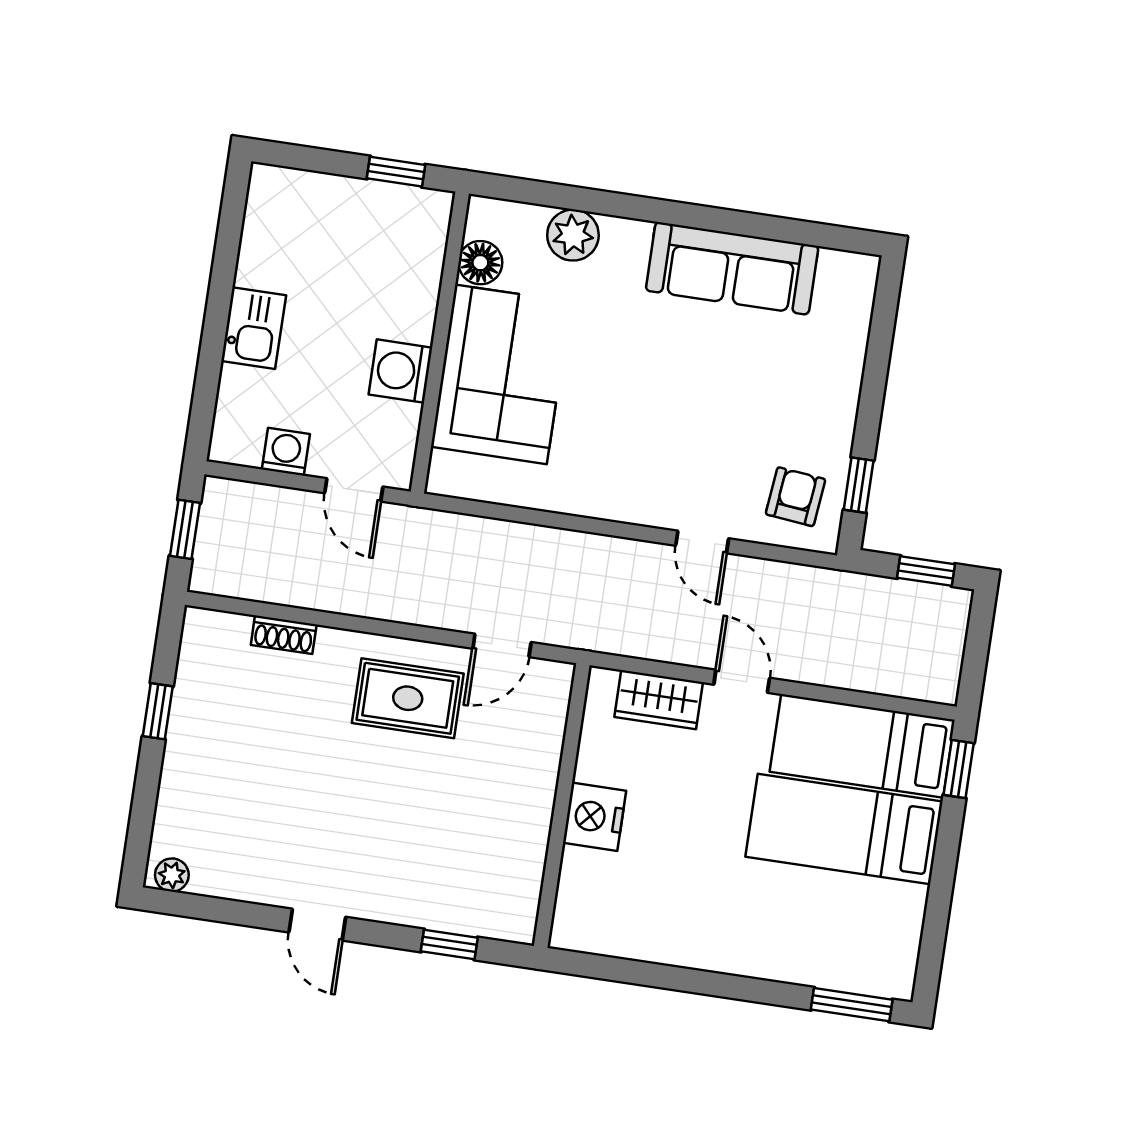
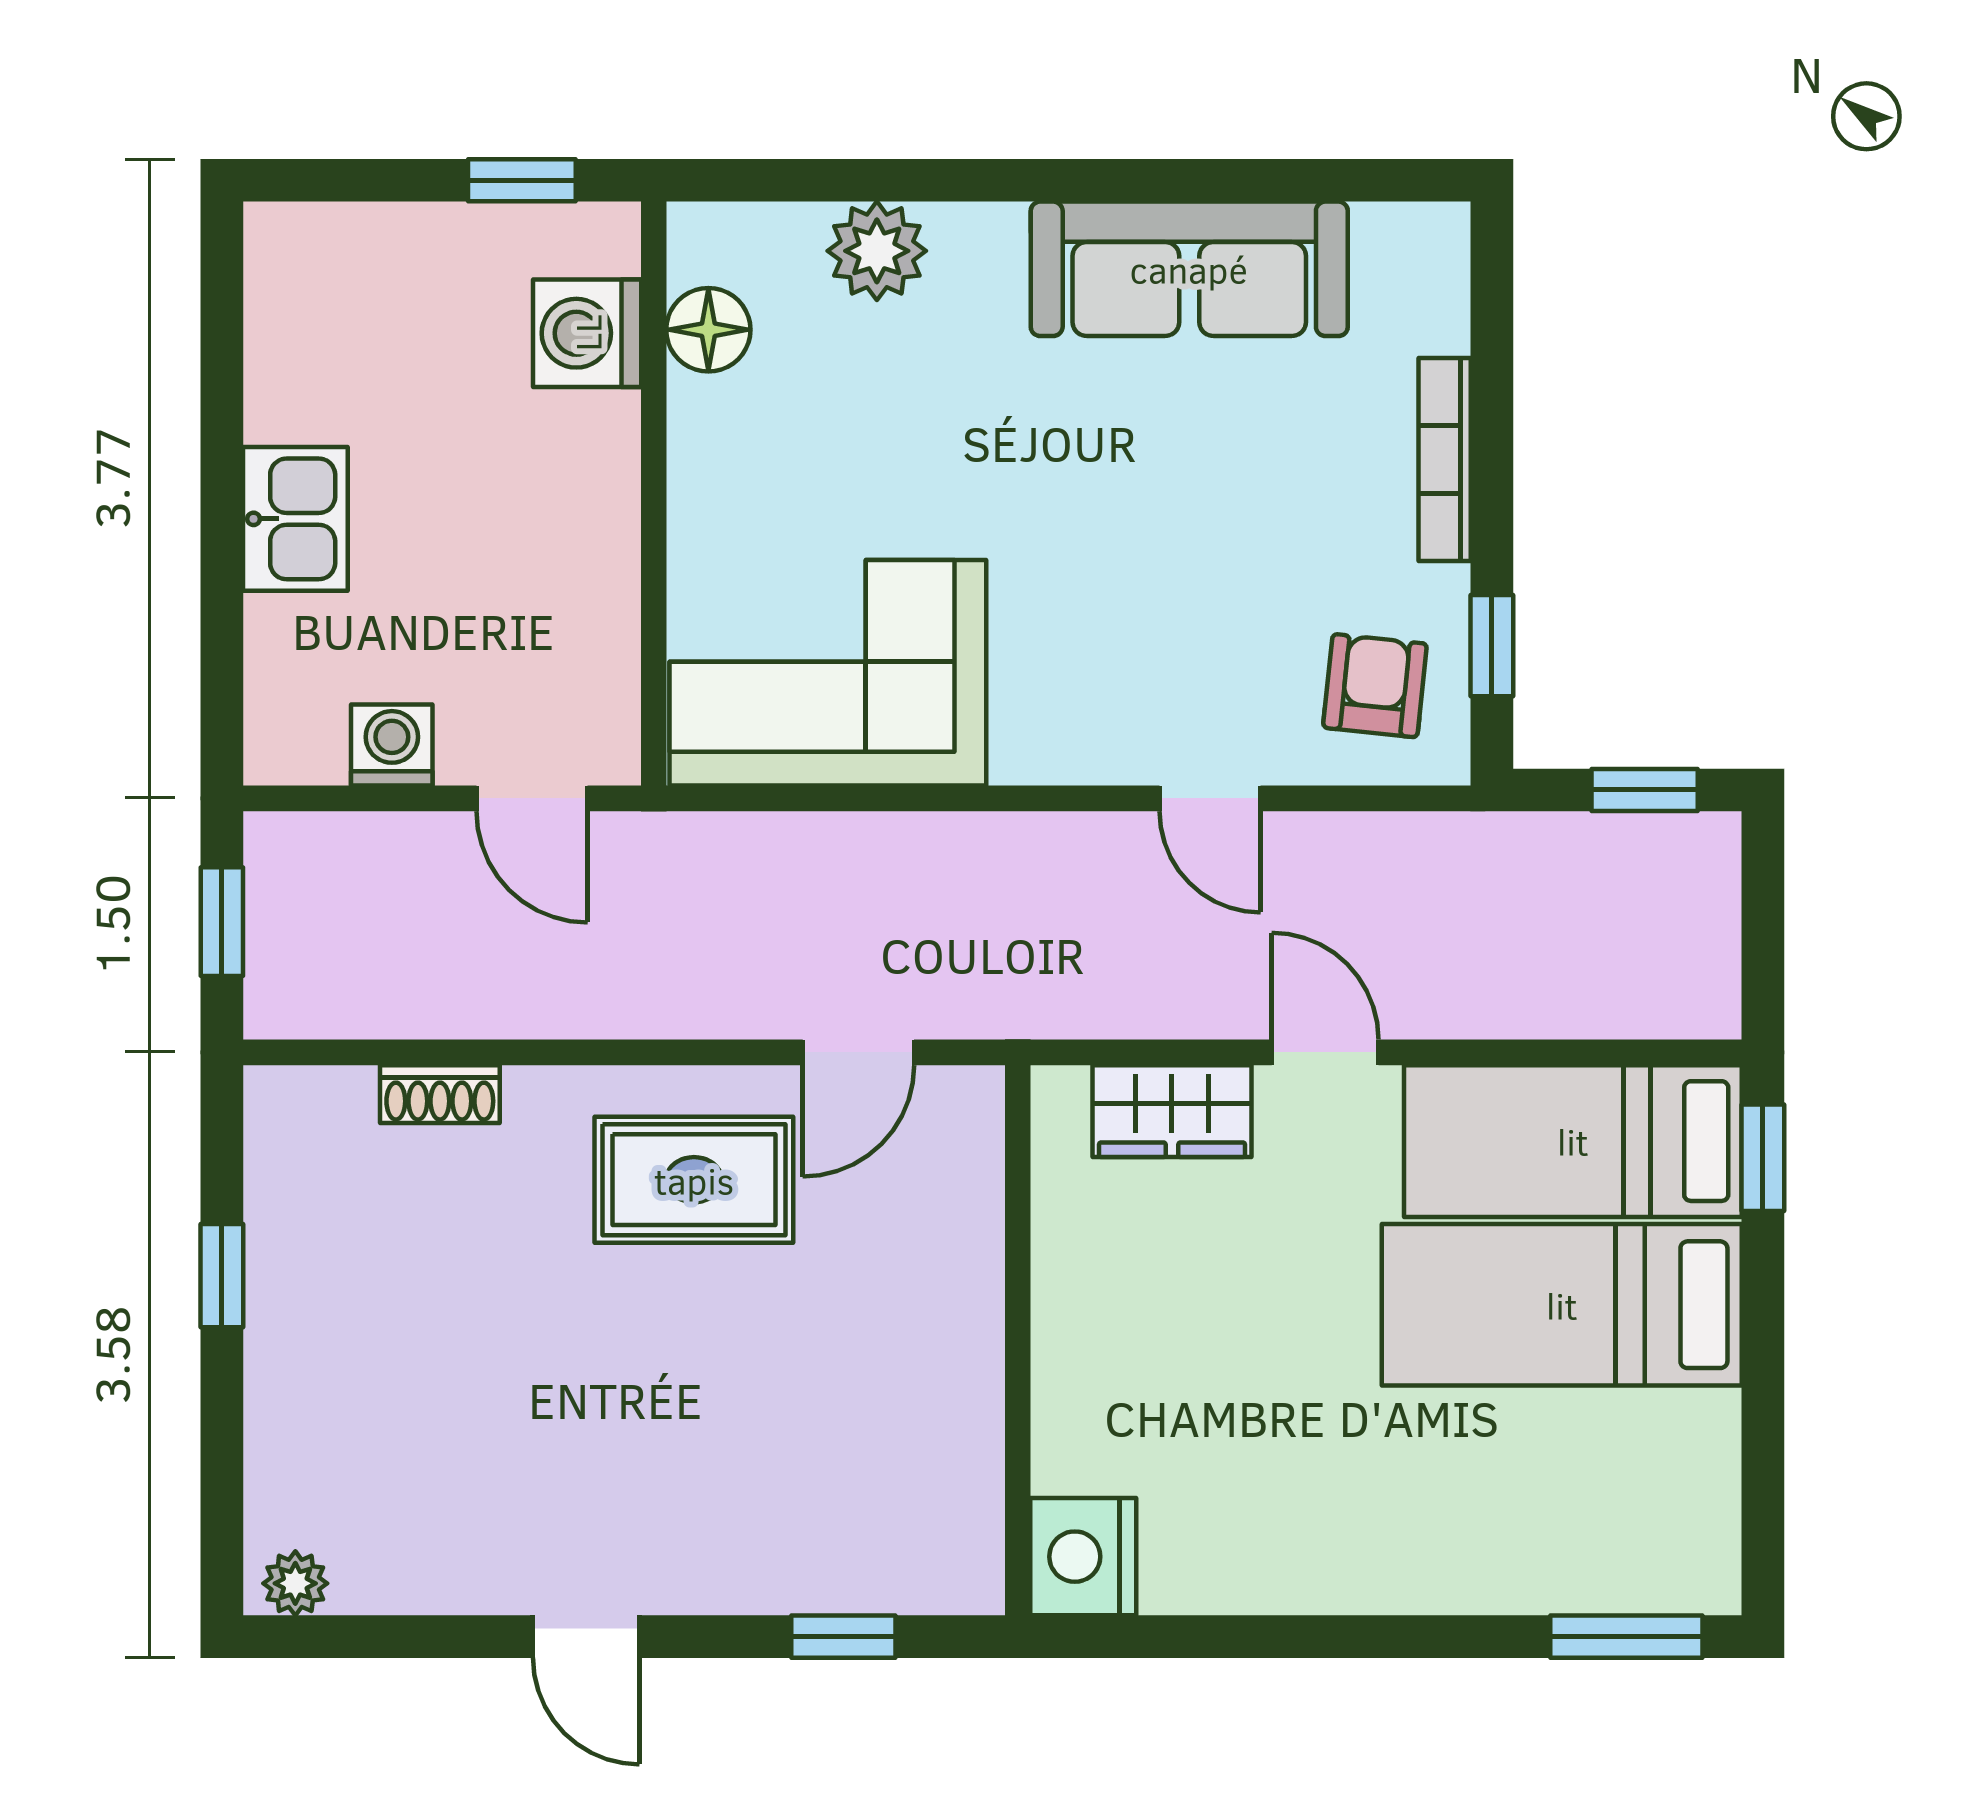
washing machine: (400, 371) -> (587, 333), moved
corner sofa: (501, 374) -> (828, 673), moved, turned -90
bookcase: (849, 386) -> (1445, 459), added
nightstand: (594, 817) -> (1083, 1557), moved

